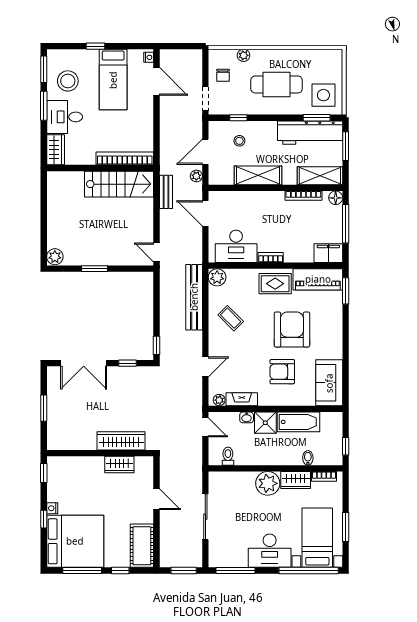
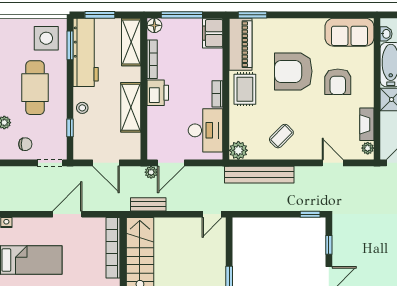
door: (157, 81) -> (67, 214), moved
stool: (239, 141) -> (82, 108), moved
plant: (196, 176) -> (151, 172), moved
printer: (272, 201) -> (158, 93), added
washbasin: (247, 417) -> (386, 34), moved

